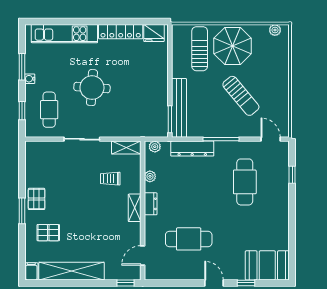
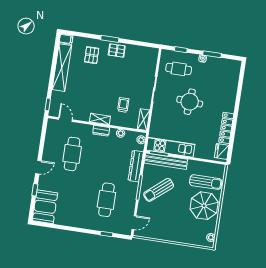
kitchen unit: (64, 34) -> (171, 147), moved, turned 90
sun lounger: (241, 96) -> (159, 190), moved
cafe table: (245, 182) -> (106, 200), turned 90

